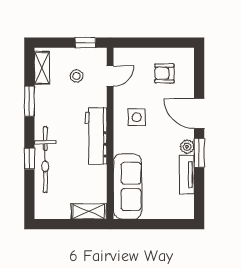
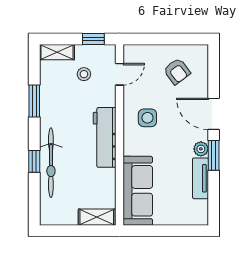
shelving: (42, 68) -> (57, 52), moved, turned 90
armchair: (164, 73) -> (177, 71), turned -127

